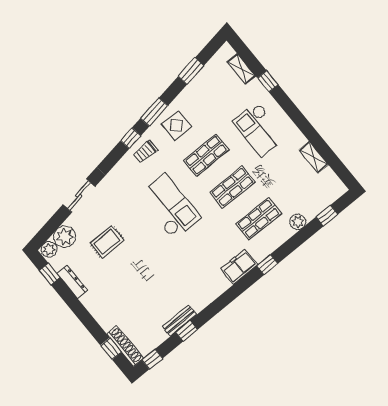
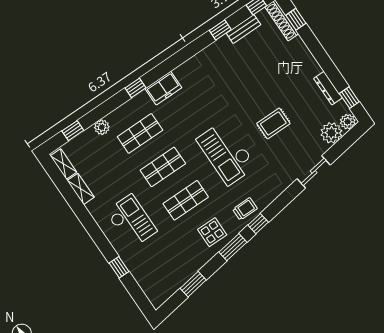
shelving: (241, 69) -> (63, 164), moved
rug: (107, 242) -> (273, 123), moved
bench: (179, 321) -> (244, 29), moved

